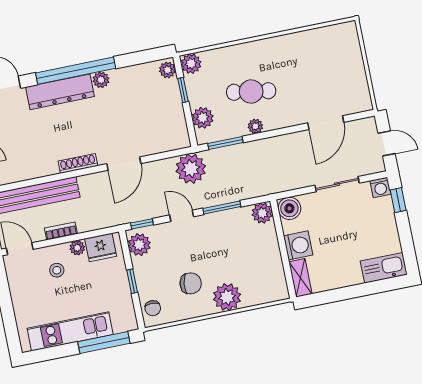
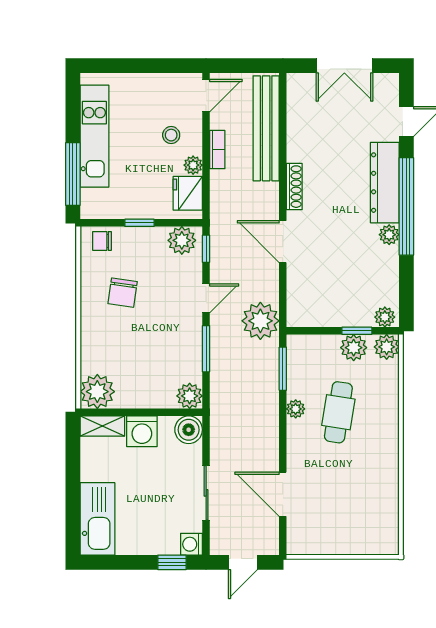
plant: (203, 118) -> (354, 348), moved
kitchen sink: (384, 268) -> (97, 519), width x1.36, depth x1.24
plant: (227, 297) -> (97, 392), moved

